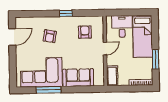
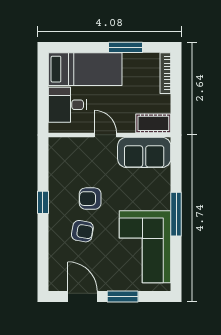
armchair: (85, 32) -> (90, 199), moved
window: (13, 60) -> (123, 297), added
sofa: (78, 78) -> (144, 152), moved, turned -90
window: (49, 90) -> (176, 214), moved

